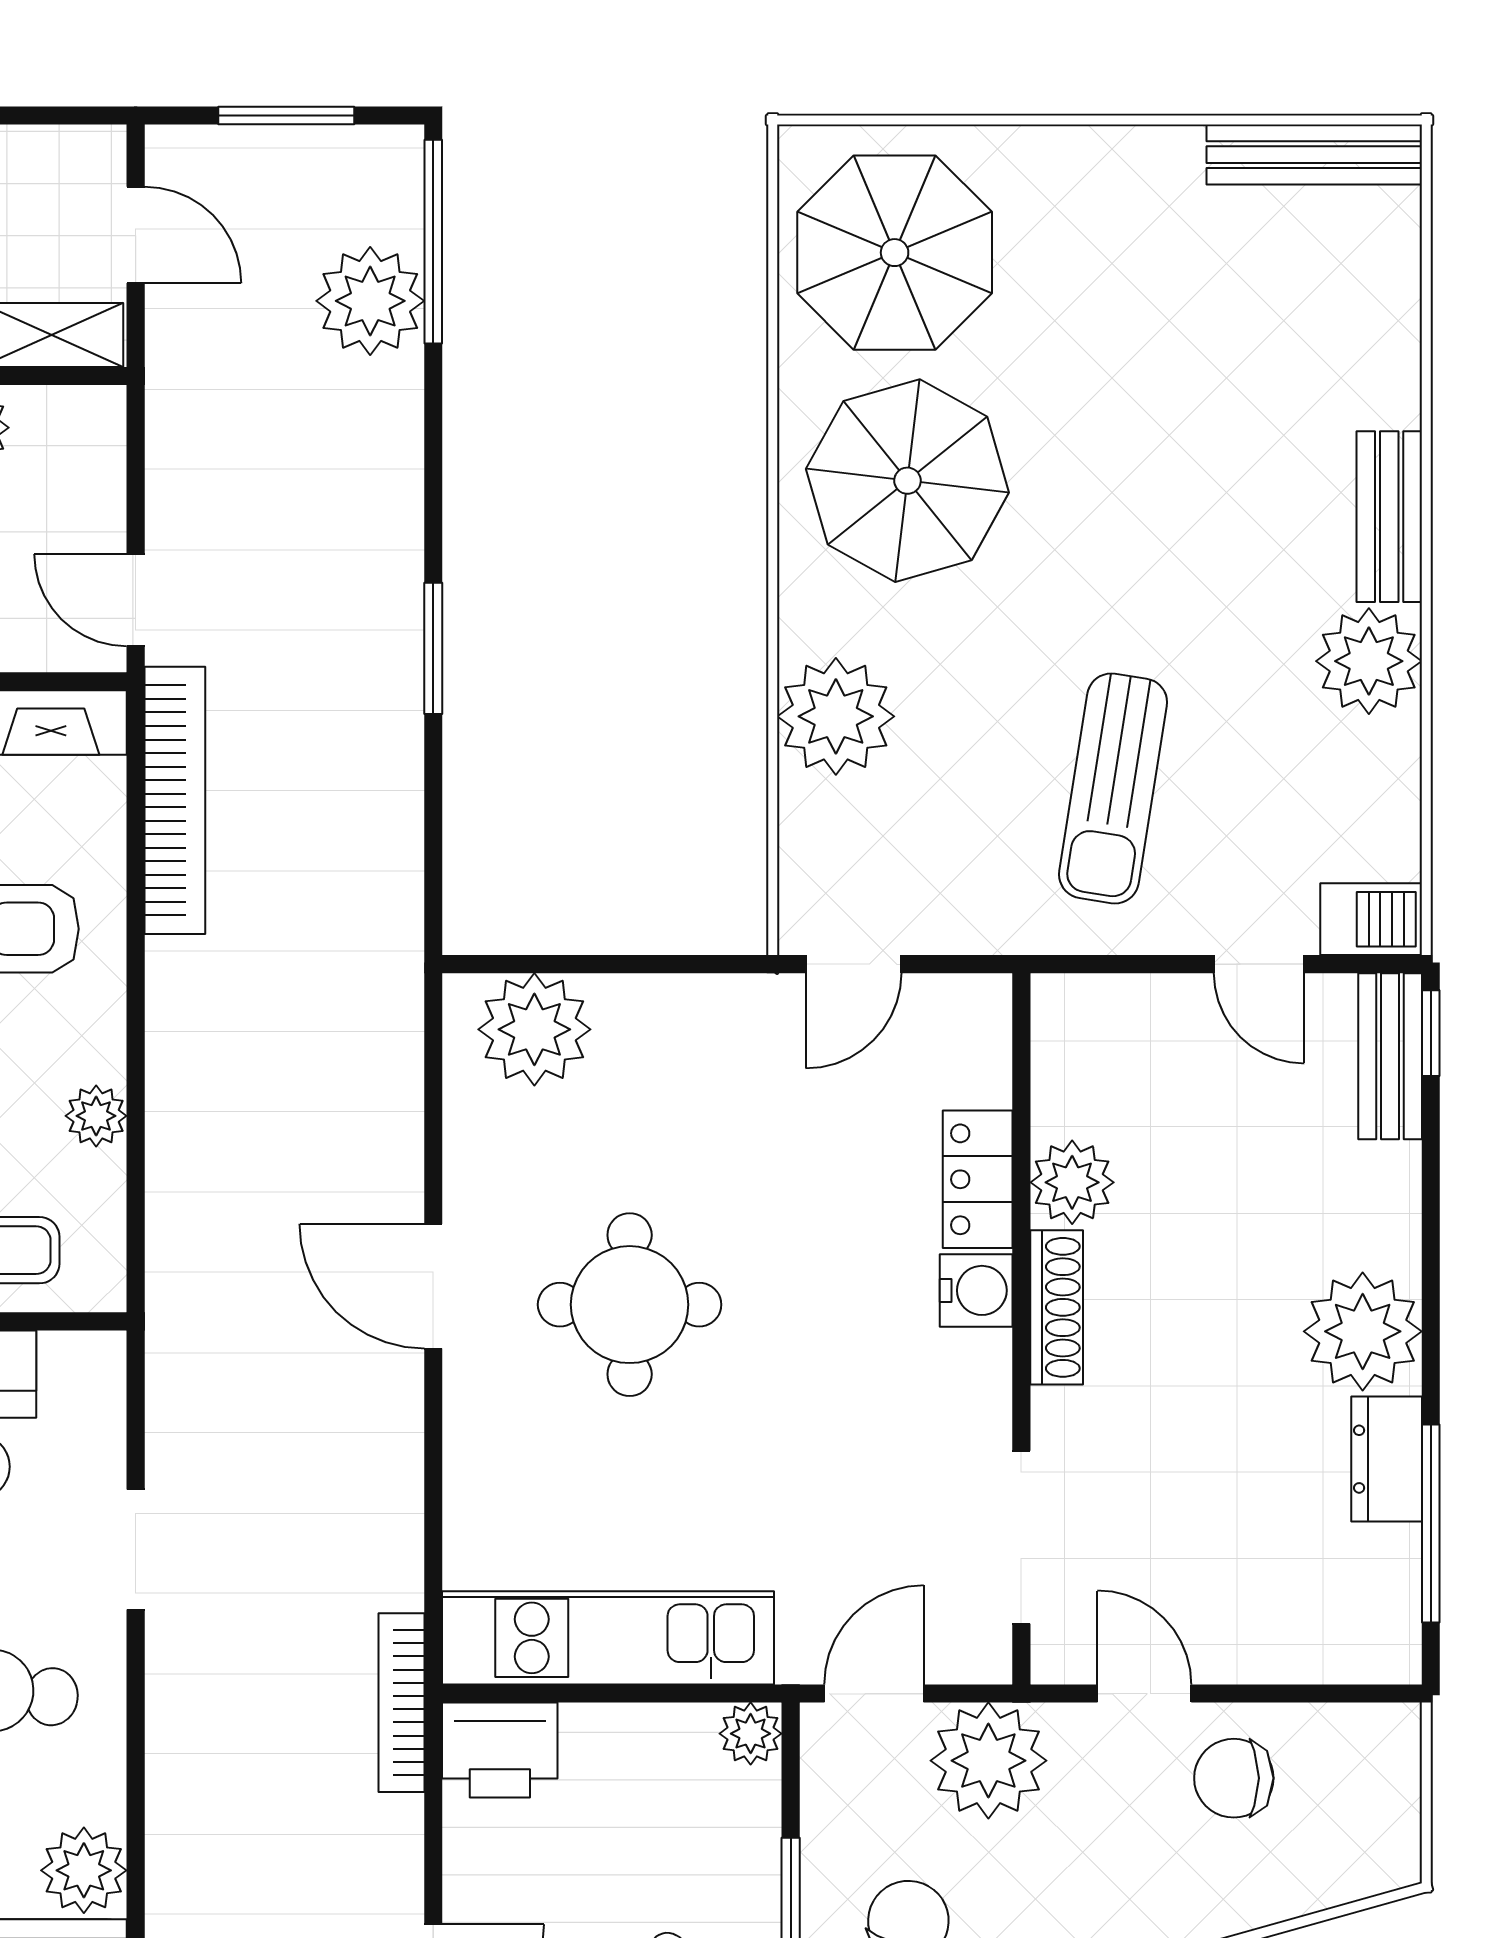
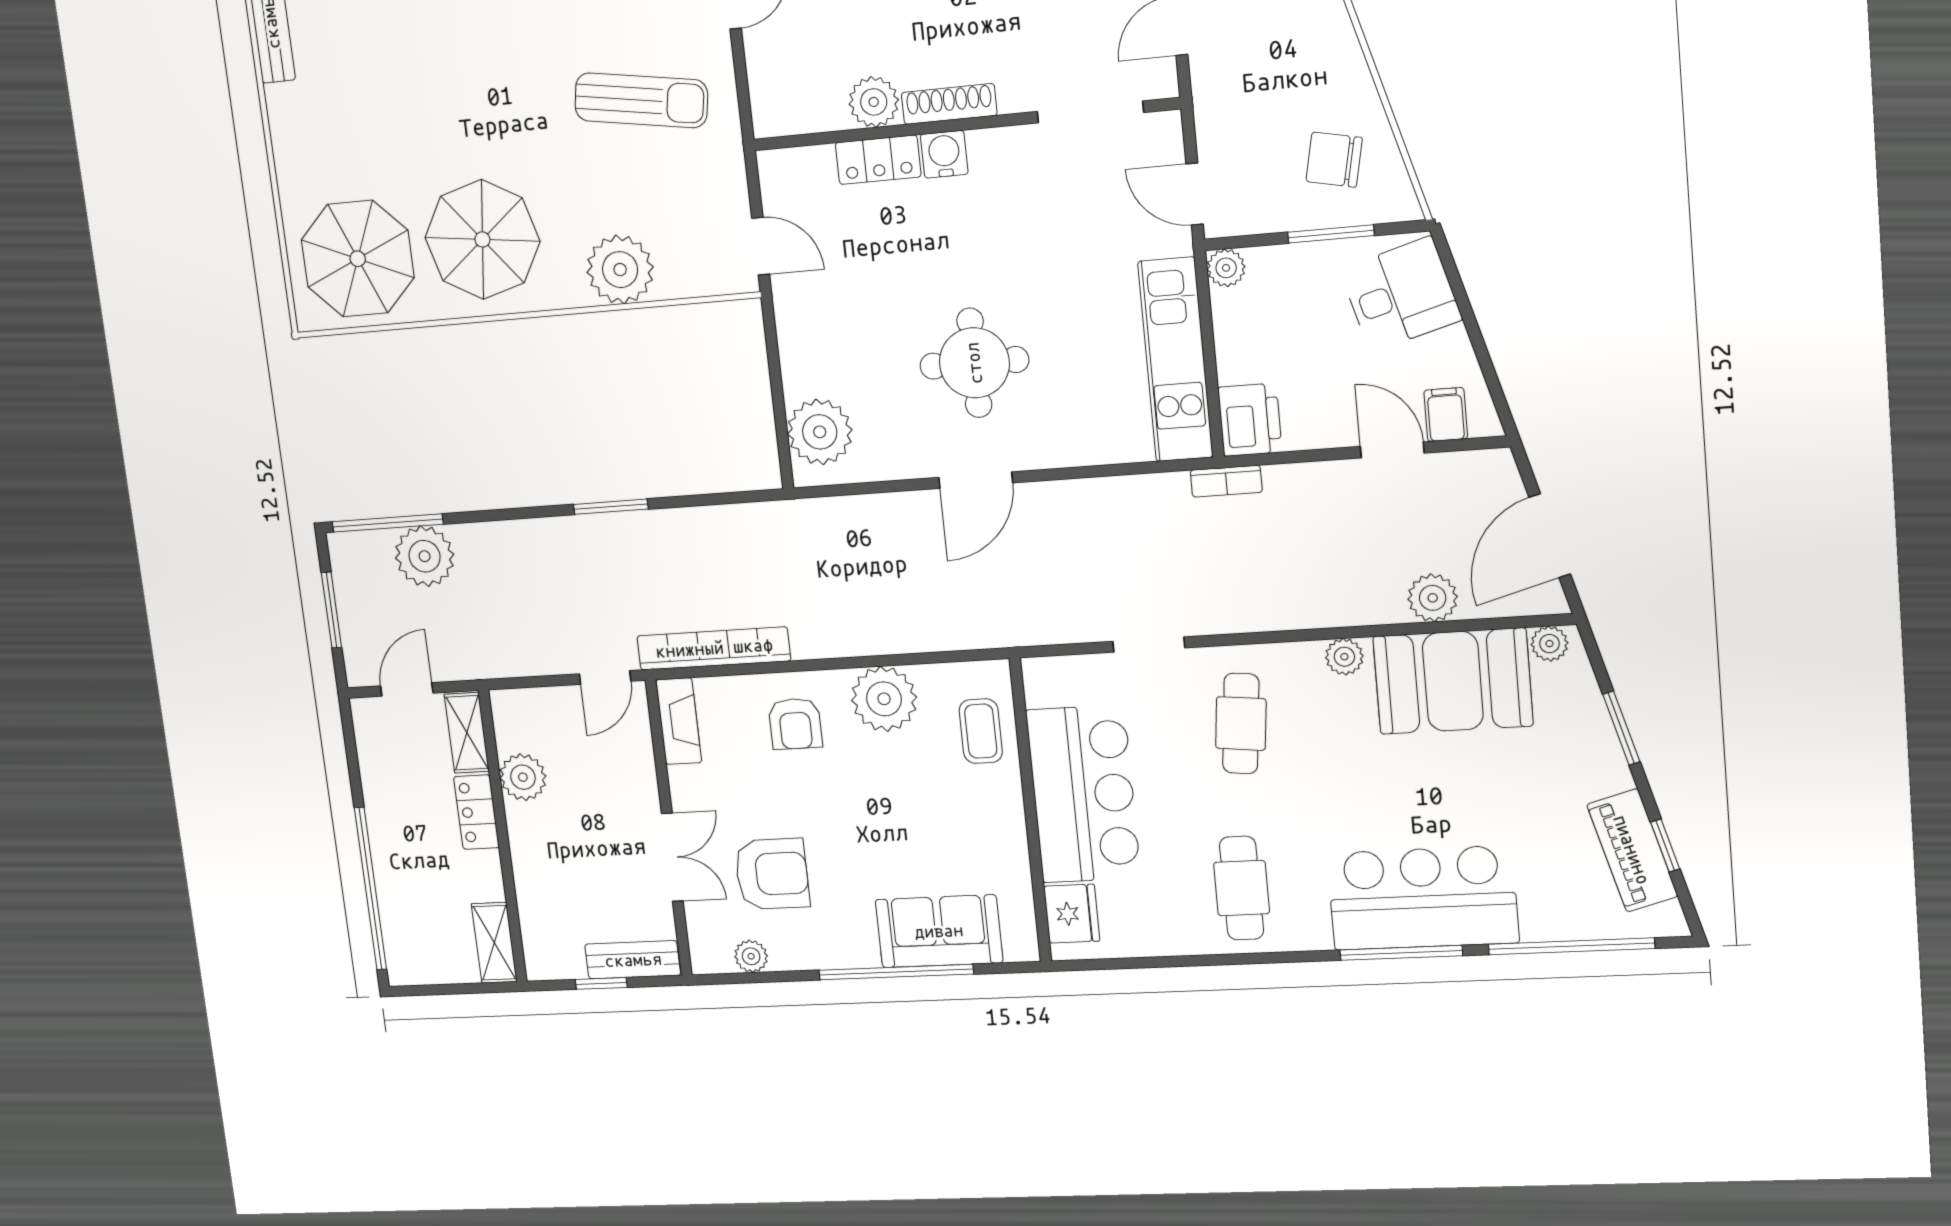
plant: (96, 1116) -> (884, 699), width x1.88, depth x1.88
bookcase: (401, 1703) -> (1226, 481), width x0.64
plant: (988, 1761) -> (1230, 119), removed
plant: (84, 1870) -> (1344, 657), width x0.73, depth x0.73

